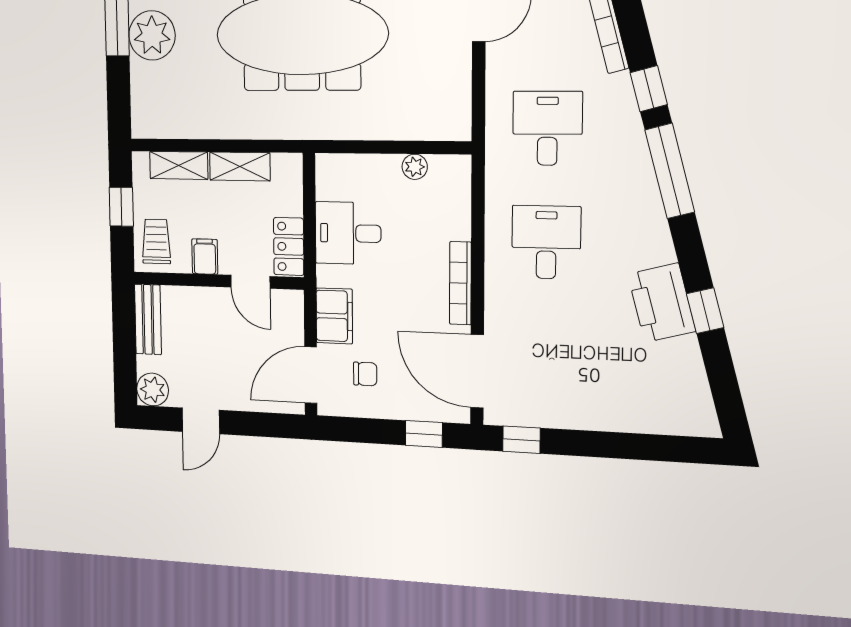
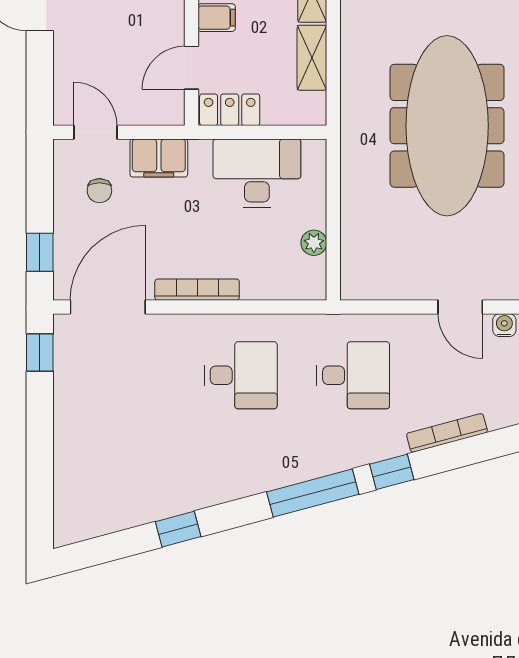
desk: (348, 233) -> (257, 173), width x1.37
printer: (662, 303) -> (184, 488), removed
door: (311, 375) -> (95, 132), width x0.73

